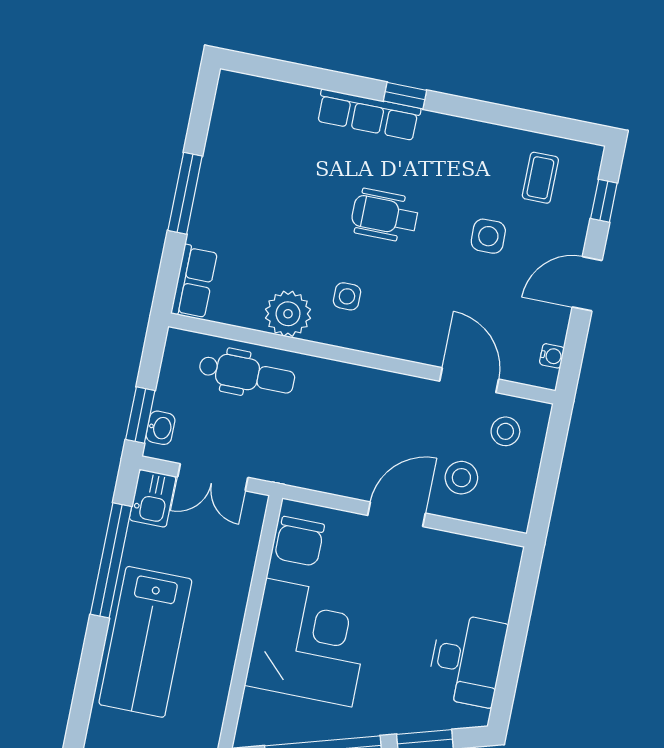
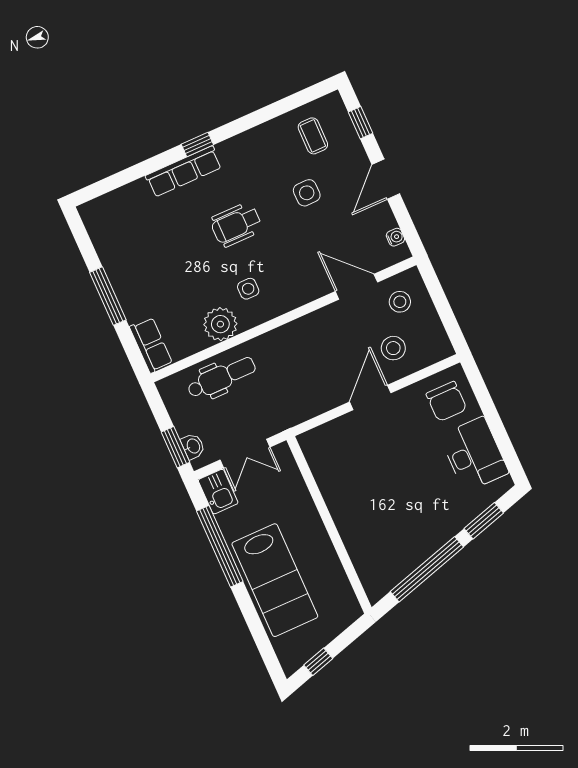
chair: (299, 541) -> (446, 402), moved
corner desk: (309, 642) -> (372, 511), removed

